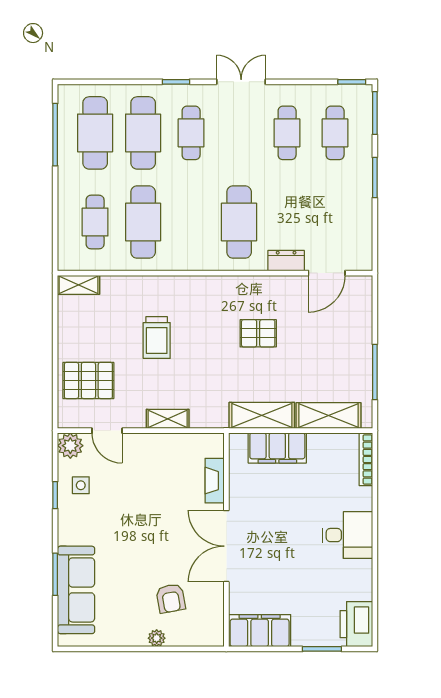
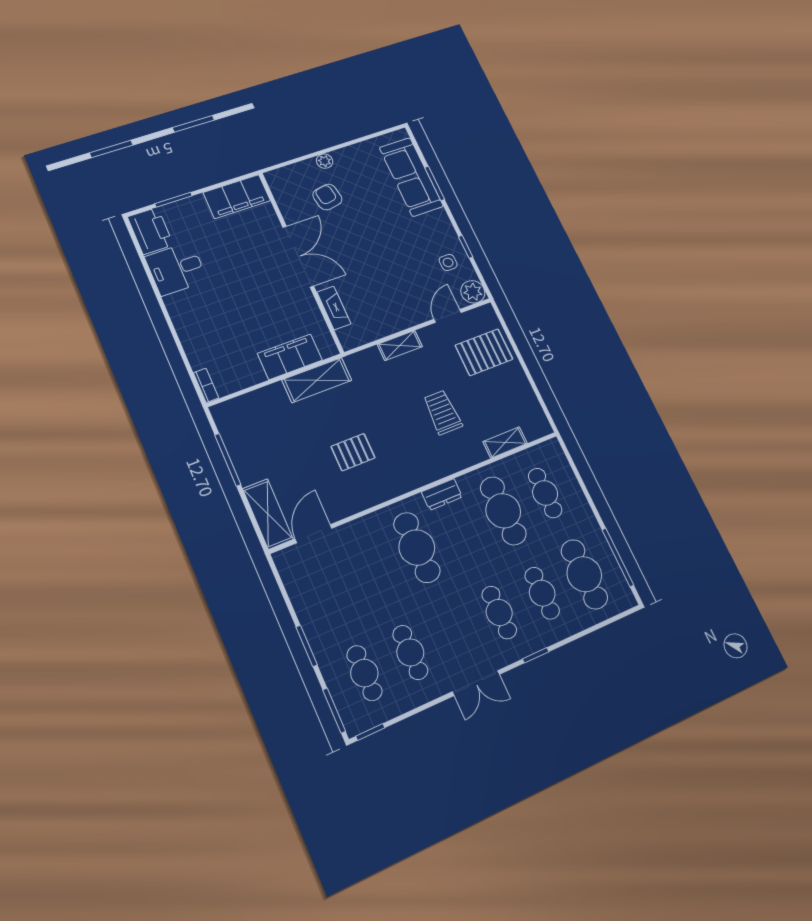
cafe table: (143, 133) -> (542, 593), width x0.73, depth x0.74
dresser: (286, 261) -> (442, 494), moved
shelving: (79, 285) -> (505, 442), moved
shelving: (329, 416) -> (268, 514), moved, turned 90
door: (107, 431) -> (448, 316), hinge flipped
bookcase: (366, 460) -> (206, 385), width x0.64
desk: (347, 535) -> (176, 269), moved

